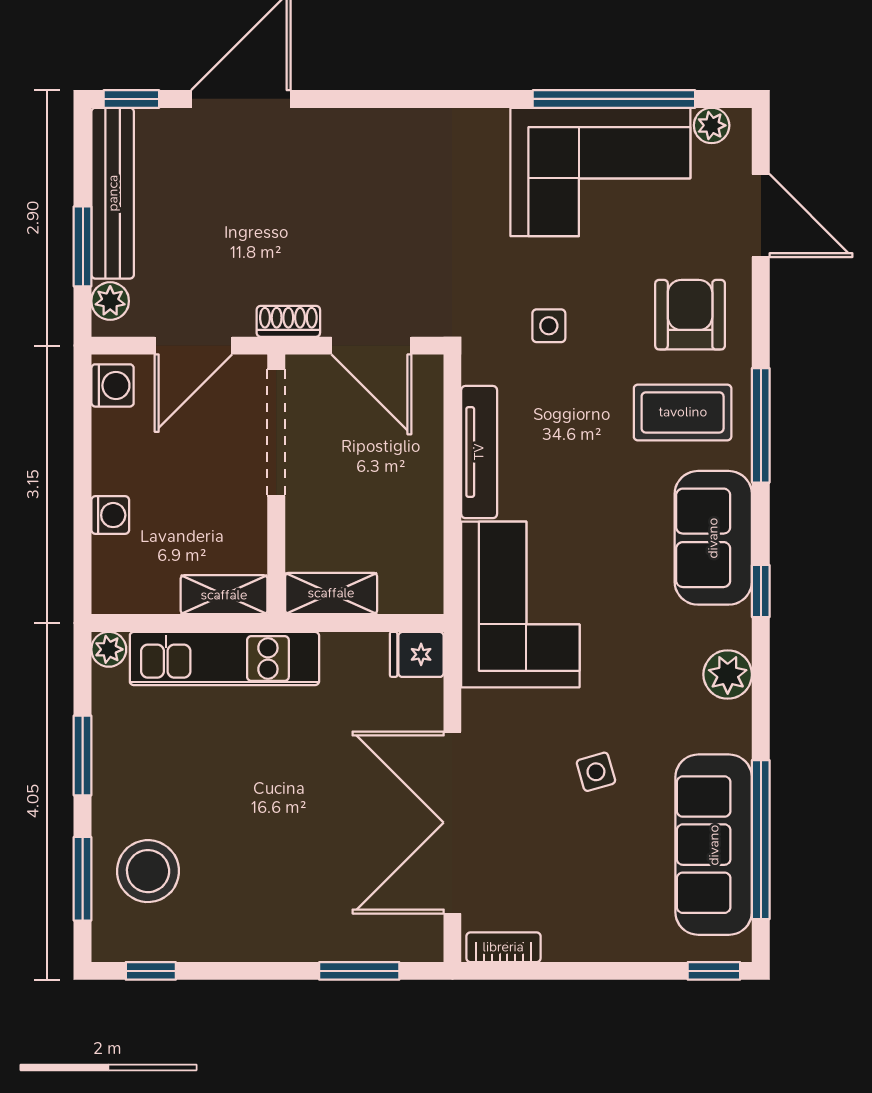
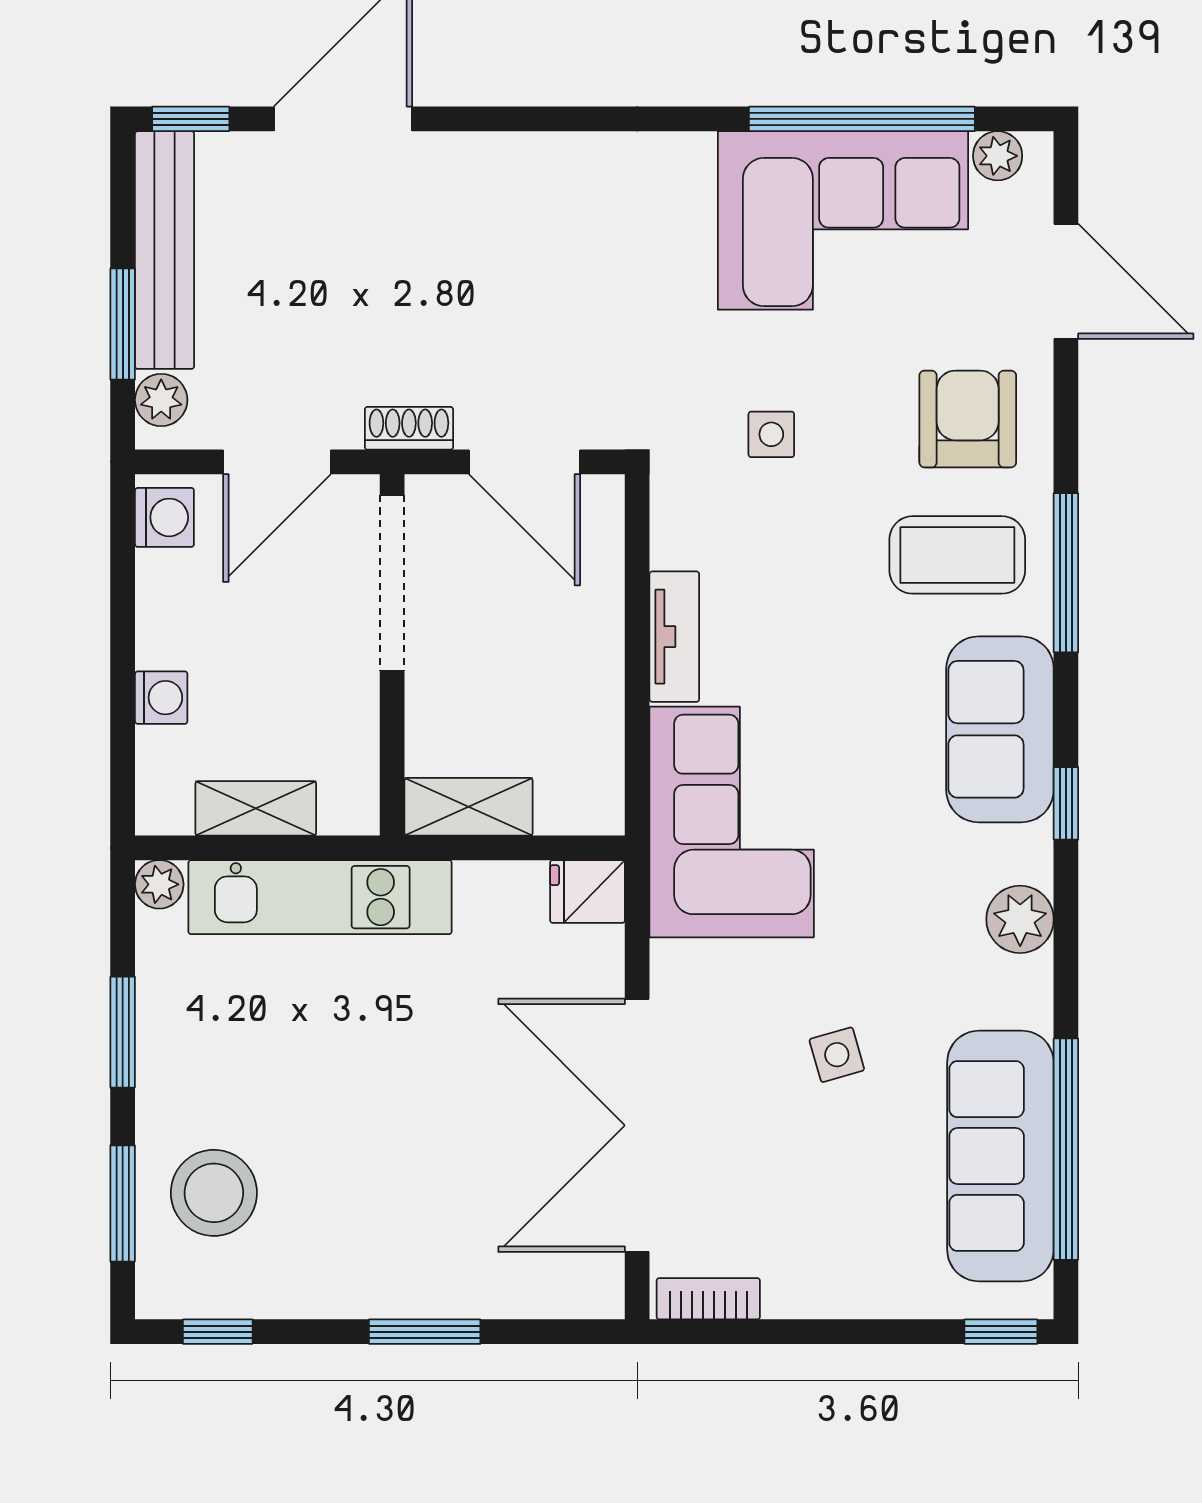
tv unit: (479, 452) -> (674, 637), width x0.71
shelving: (224, 595) -> (256, 808), moved
window: (359, 971) -> (425, 1332), moved

